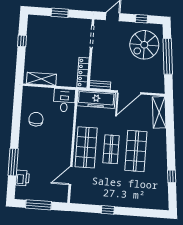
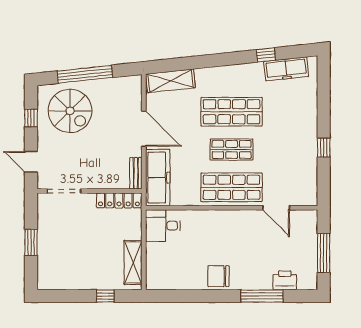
window: (22, 41) -> (105, 296), moved
chair: (36, 119) -> (219, 276), moved
freezer: (161, 189) -> (286, 69), added

